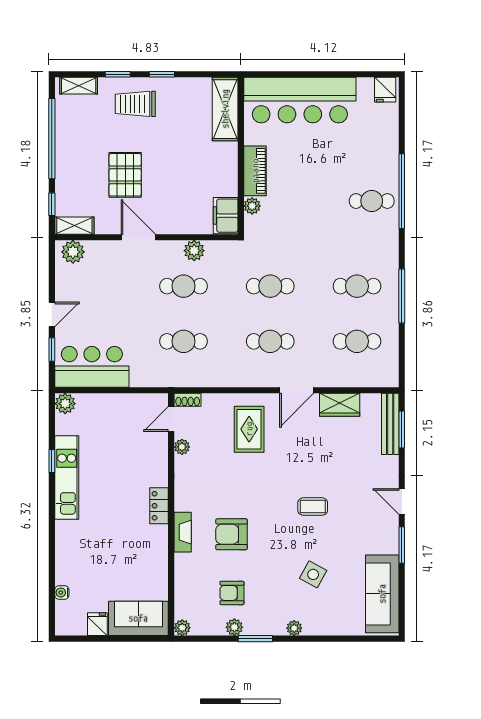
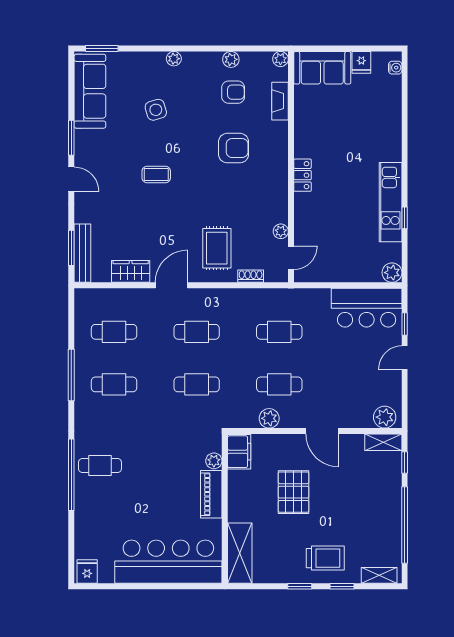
pallet: (125, 175) -> (294, 492), moved
shoe rack: (188, 400) -> (251, 276), moved
fireplace: (183, 532) -> (280, 101), moved
side table: (313, 574) -> (156, 110), turned 45
water cooler: (62, 593) -> (395, 68), moved
window: (255, 639) -> (102, 49), moved

